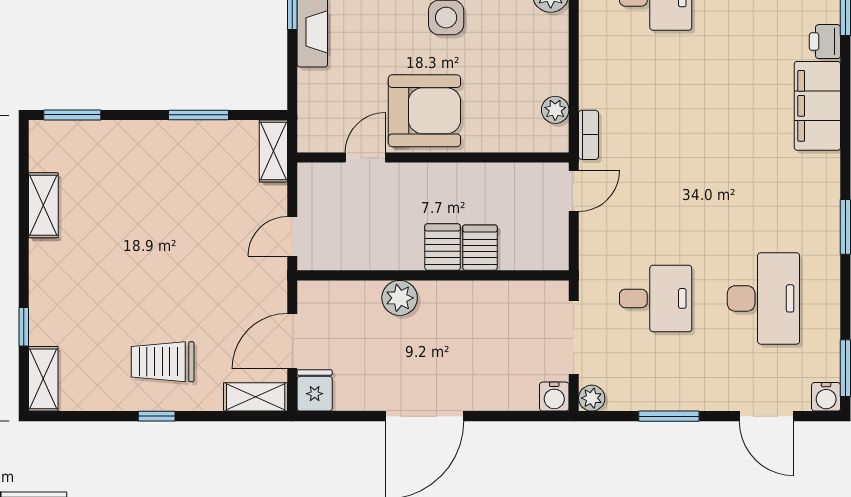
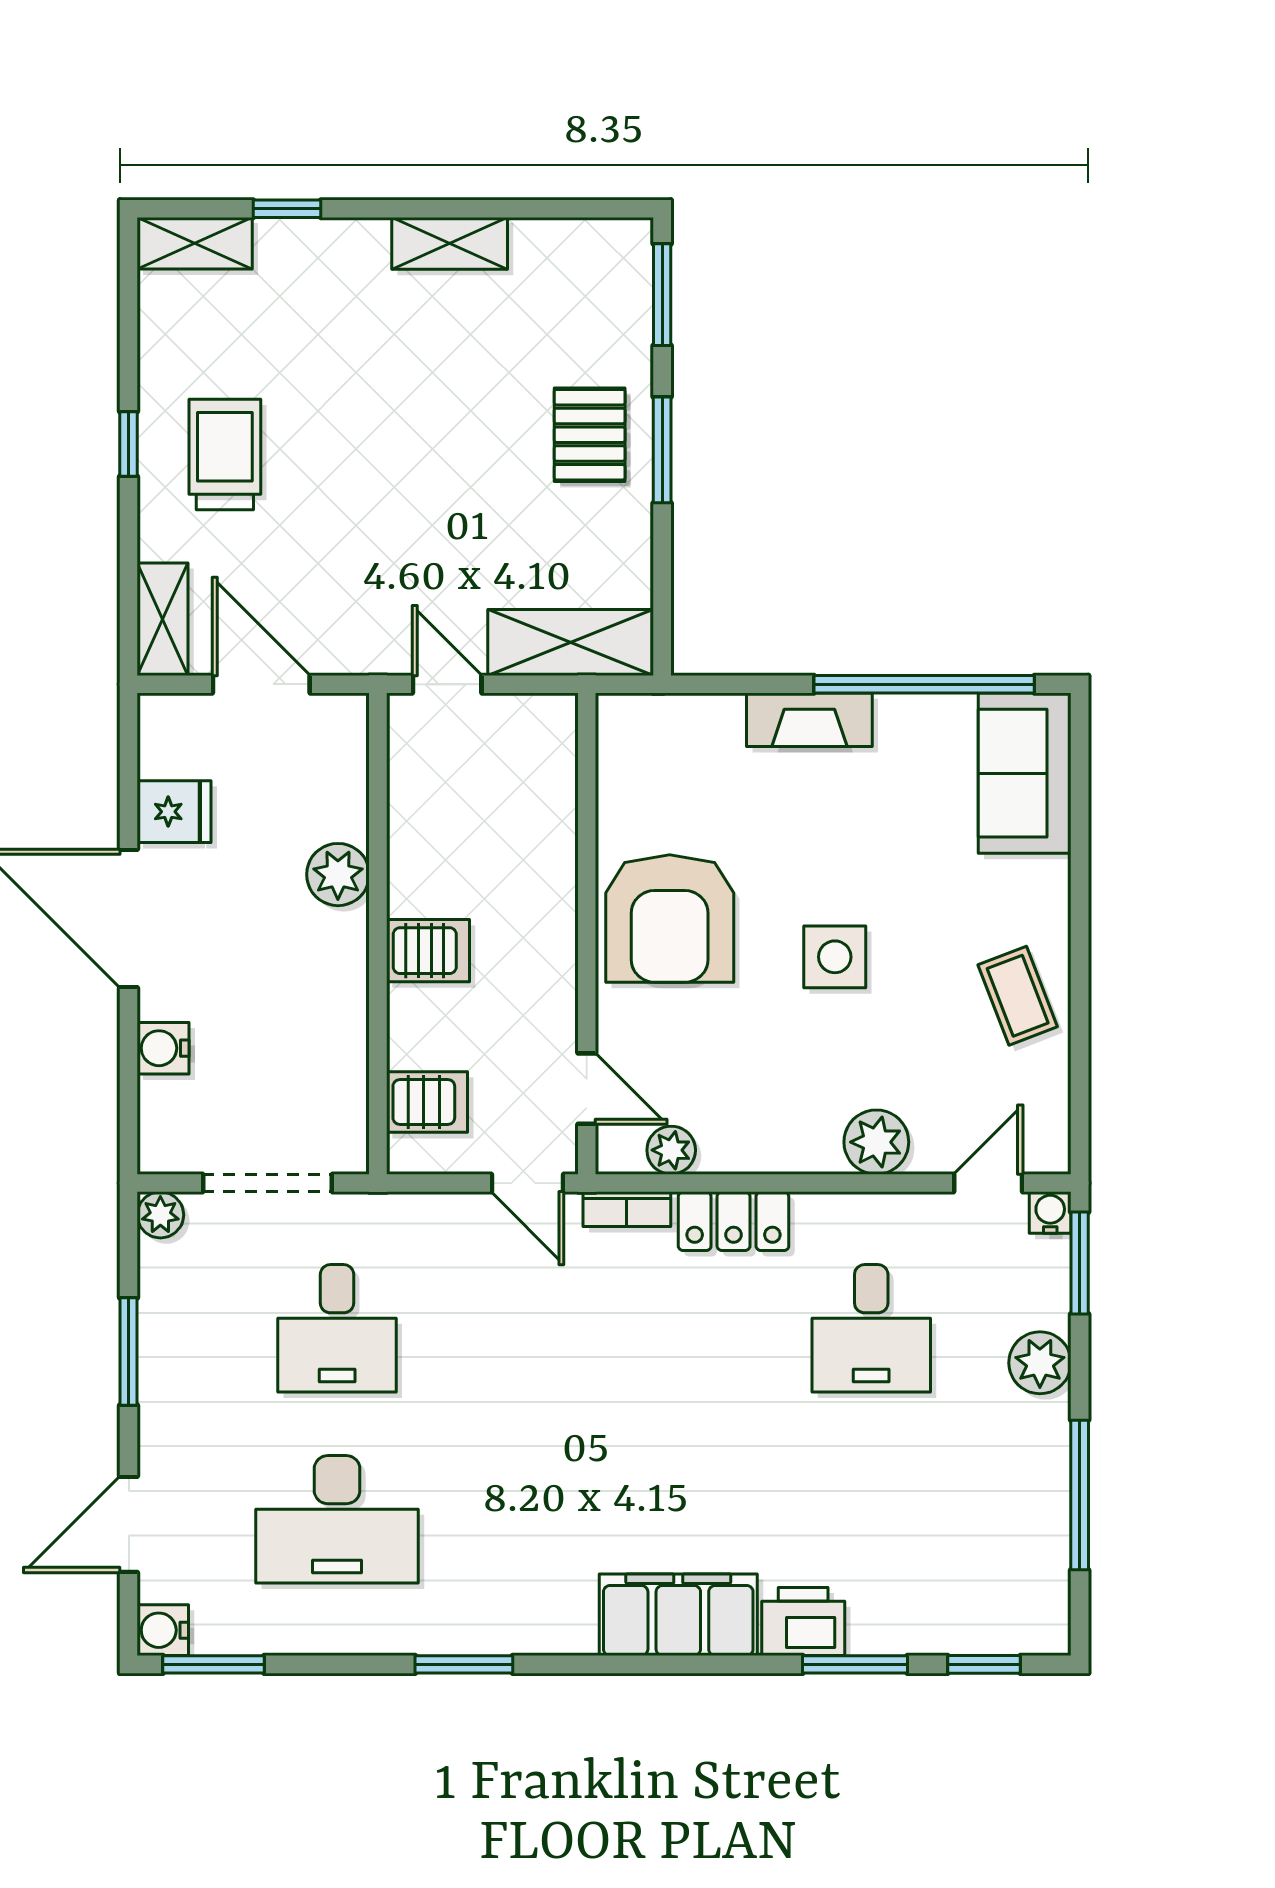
printer: (825, 42) -> (803, 1622), width x1.36, depth x1.24
locker: (595, 75) -> (734, 1221), added
window: (198, 115) -> (662, 450), moved
shelving: (273, 151) -> (571, 642), width x1.50, depth x1.33
pallet: (151, 156) -> (590, 435), added
door: (365, 158) -> (587, 1089), moved
shelving: (43, 205) -> (450, 243), moved
server rack: (480, 248) -> (427, 1102), moved
fridge: (315, 390) -> (174, 812), moved
water cooler: (554, 397) -> (163, 1048), moved

